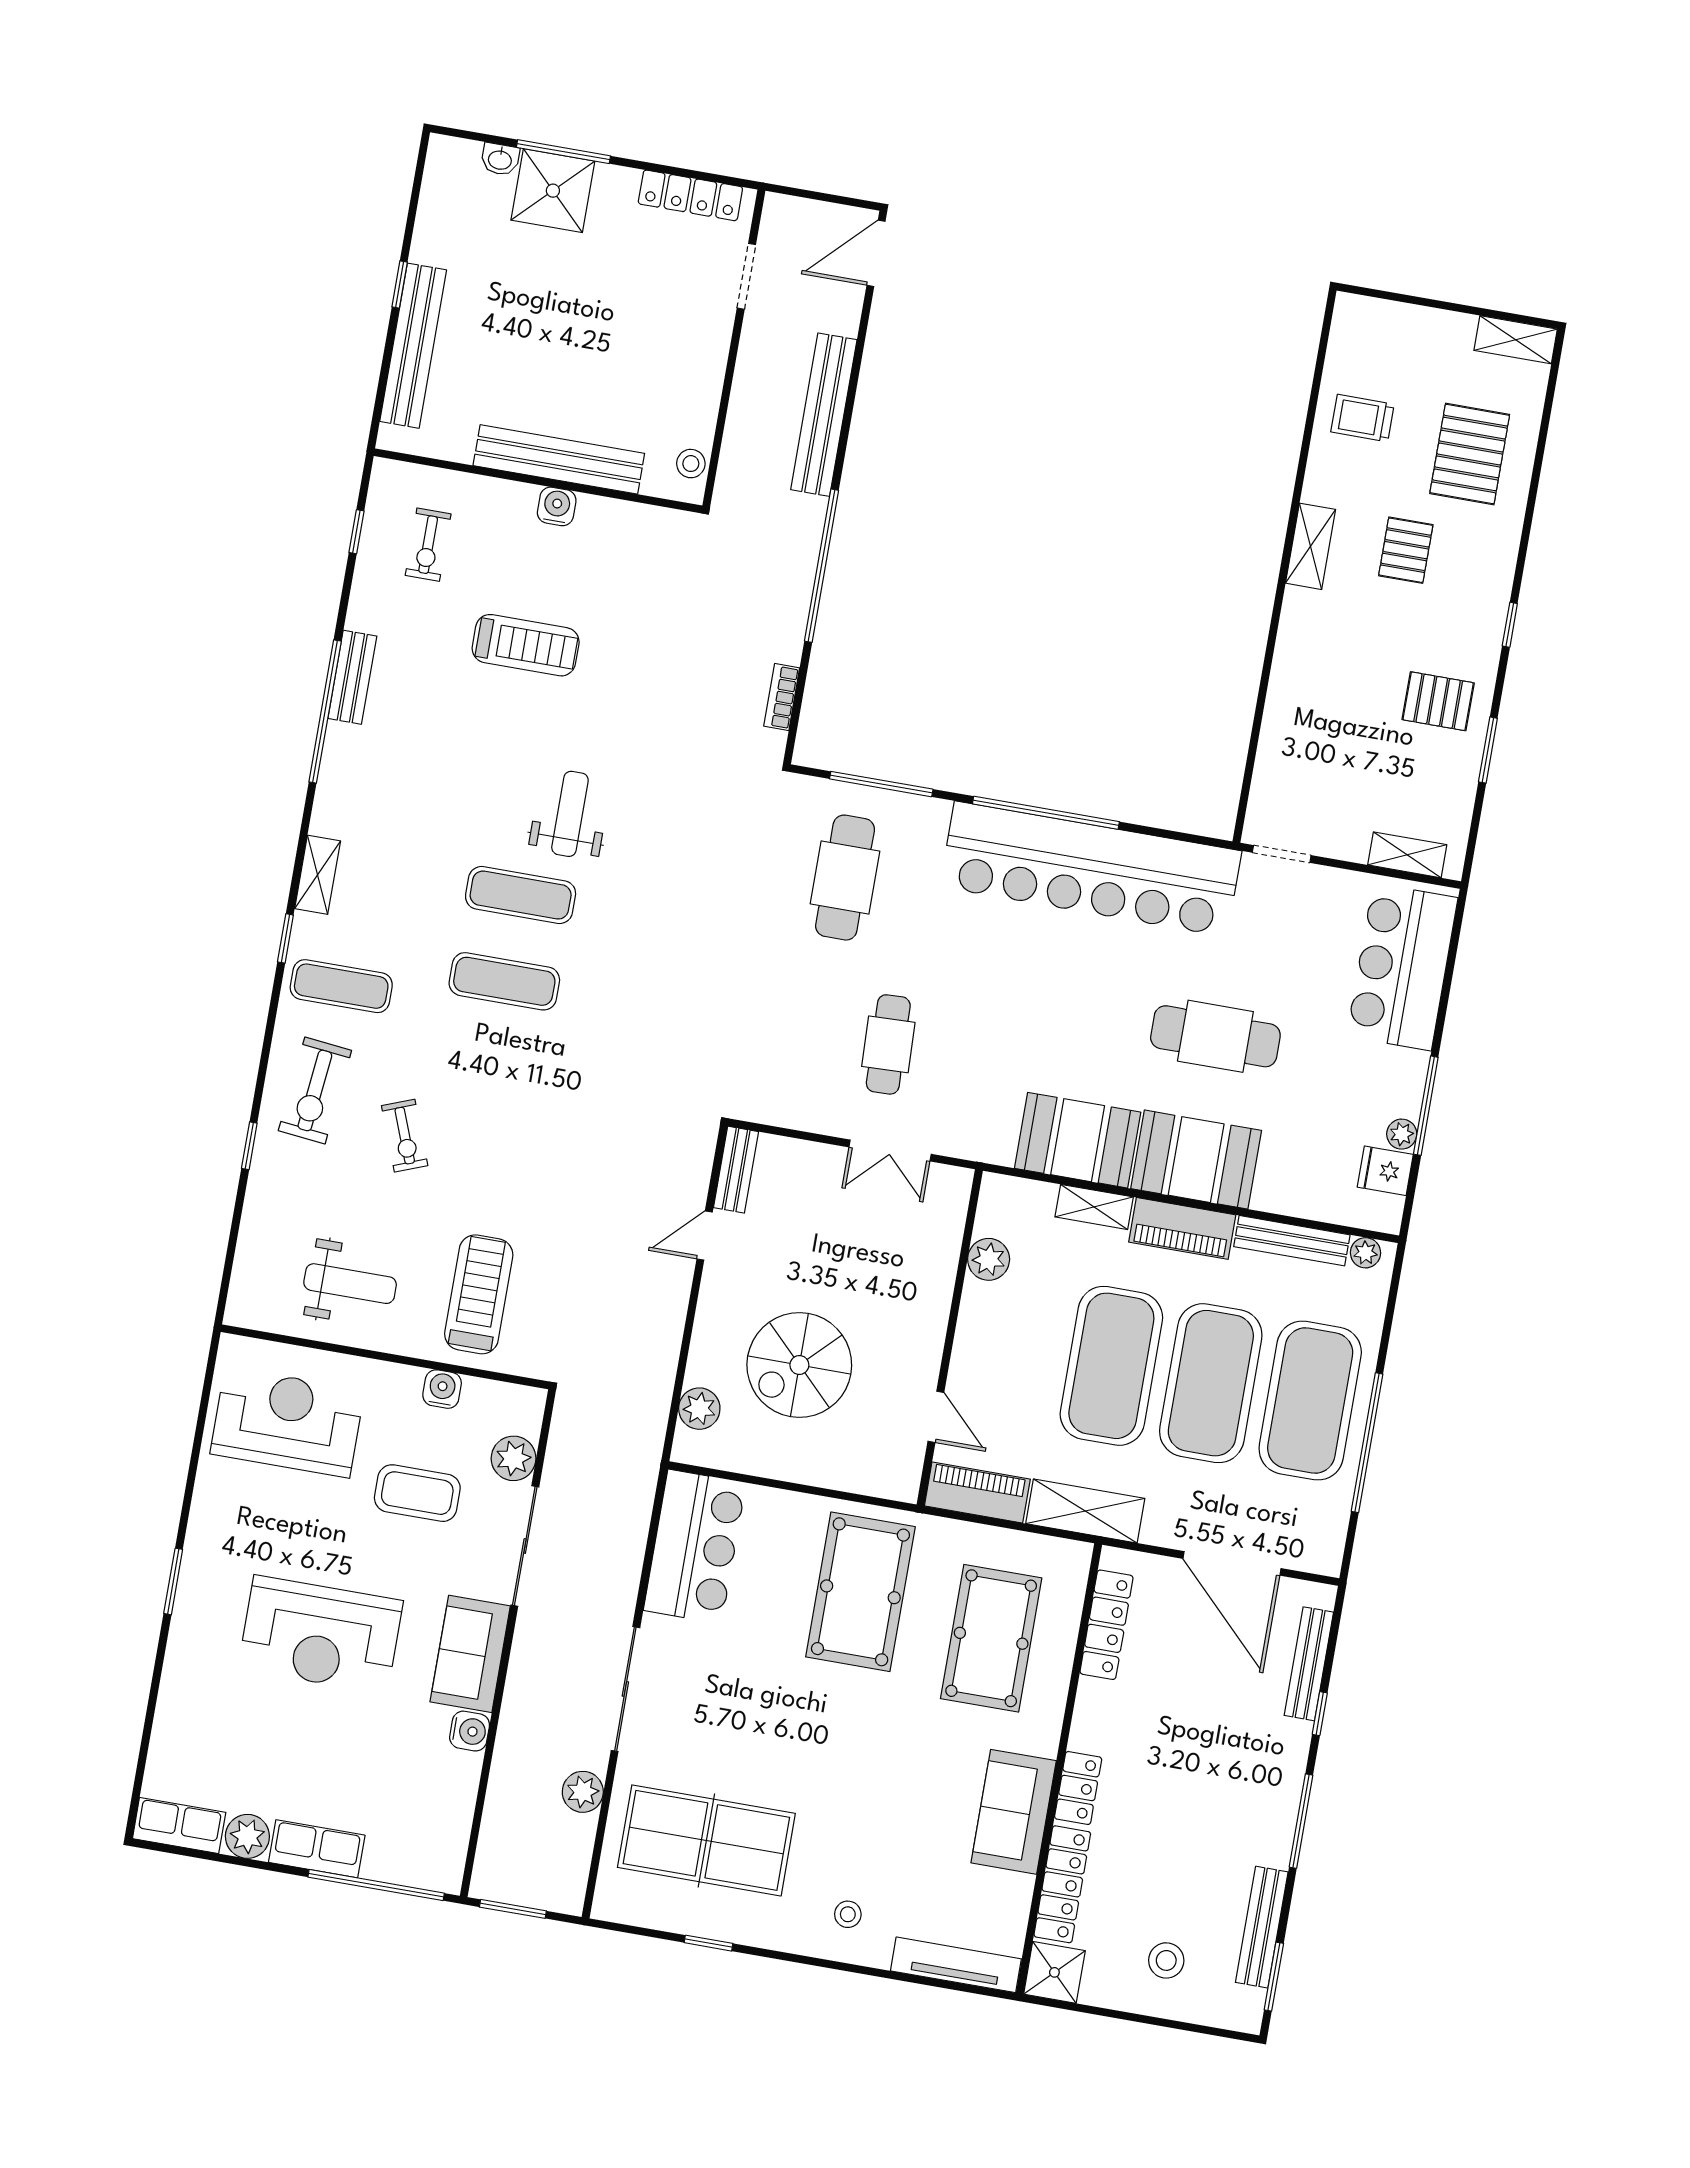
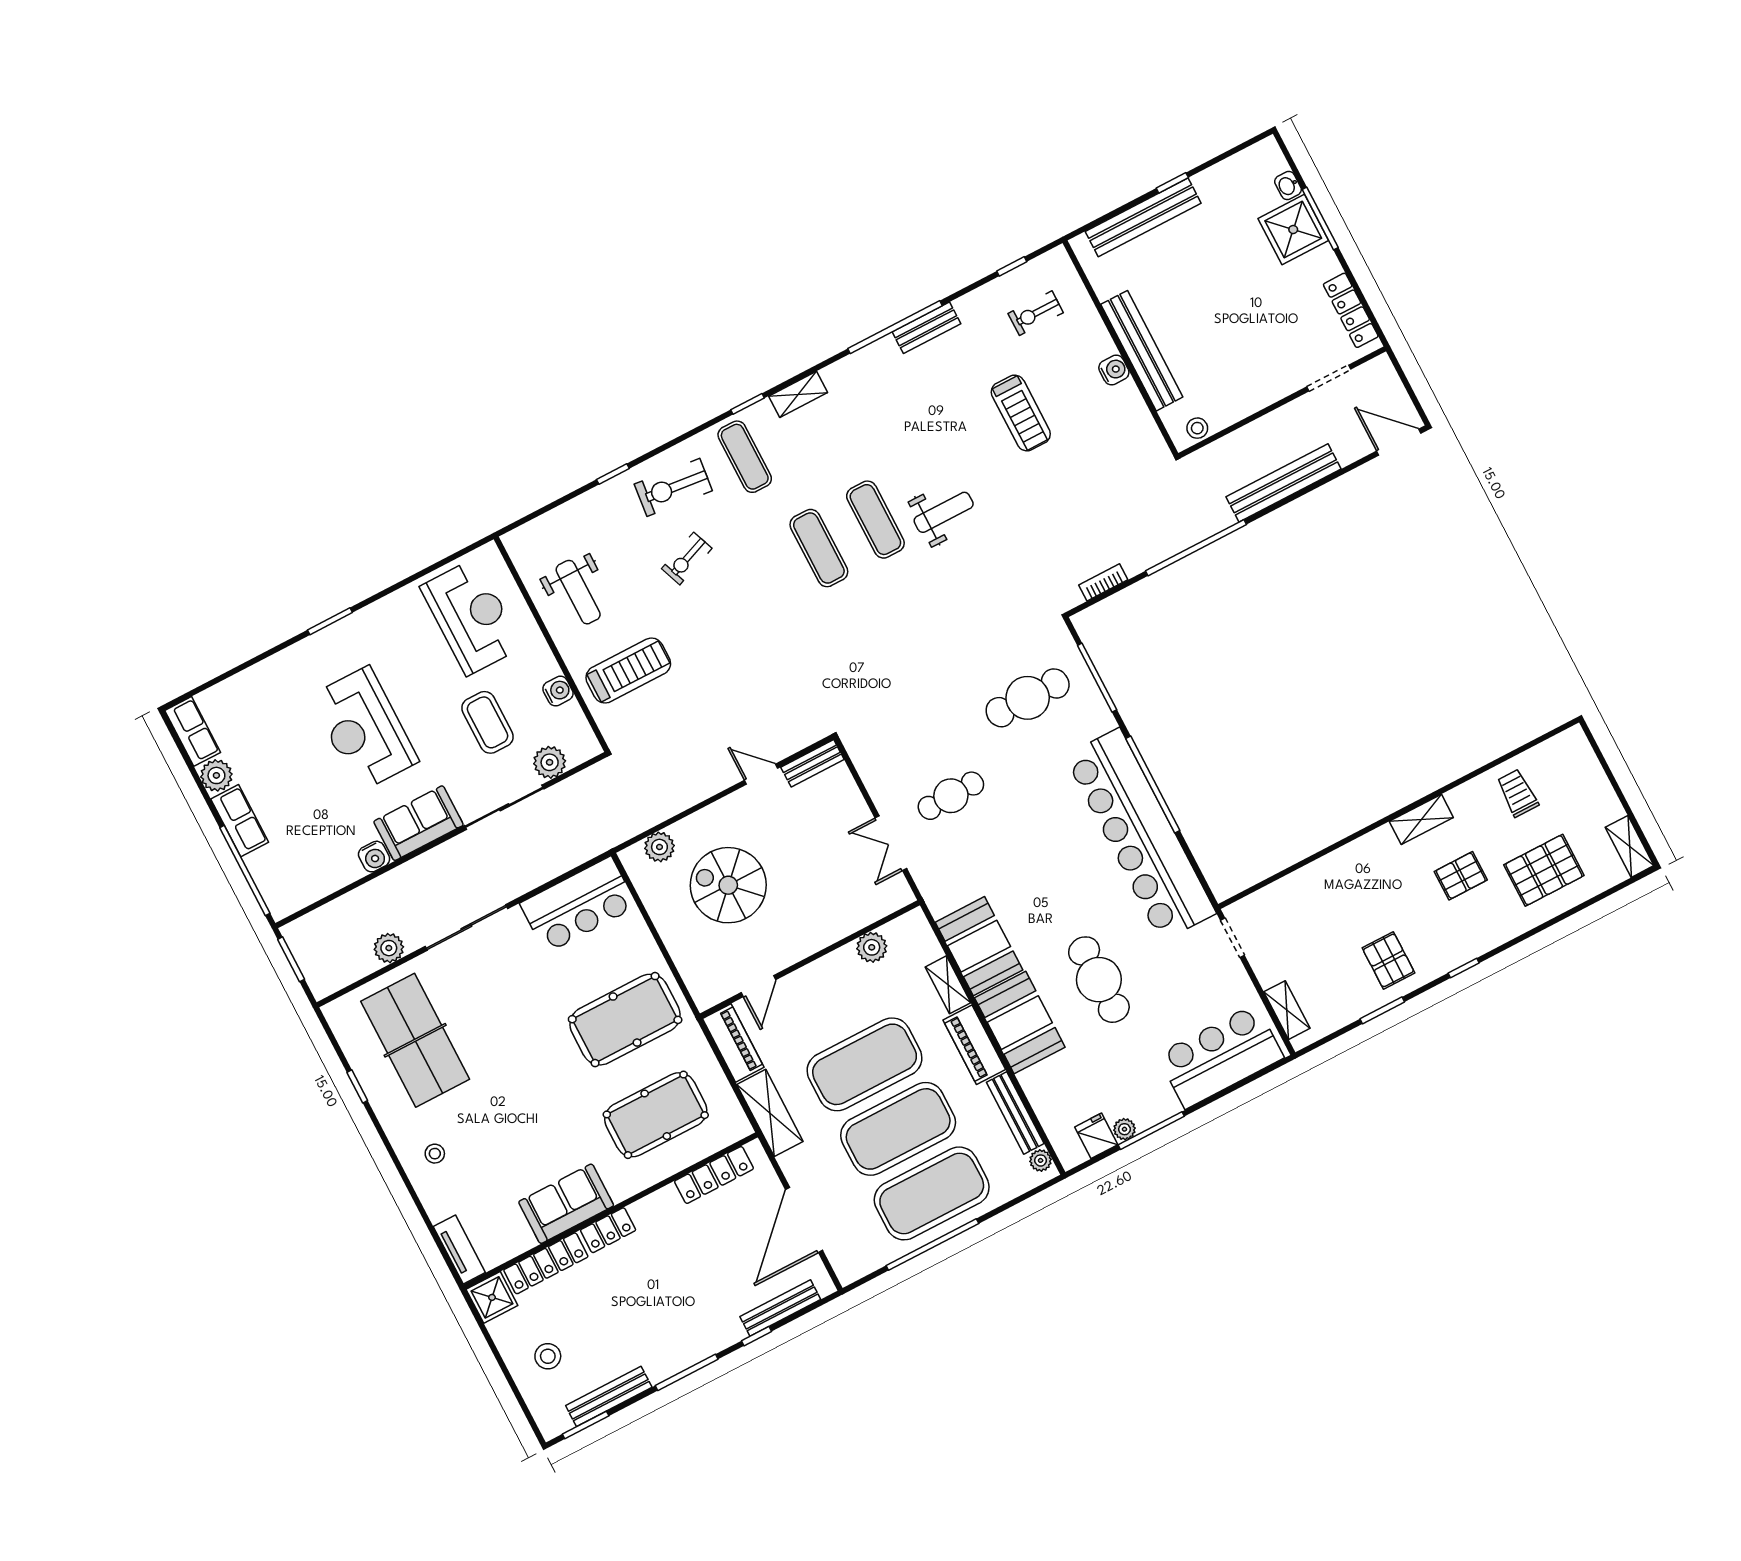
tv unit: (956, 1965) -> (459, 1249), width x0.71

